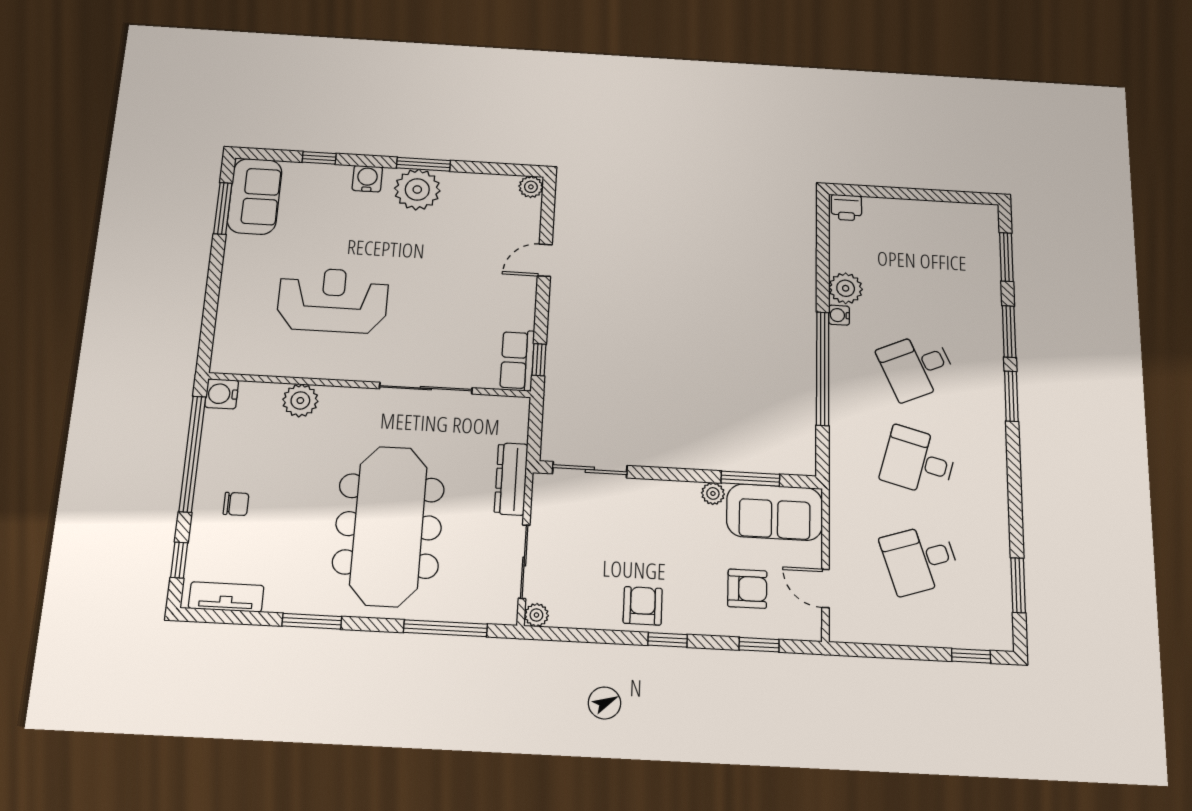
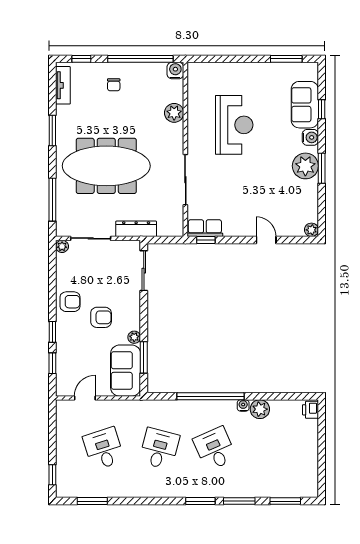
sofa: (255, 196) -> (305, 105), moved, turned 90
armchair: (747, 589) -> (101, 317), moved, turned -90
window: (668, 640) -> (52, 332), moved

